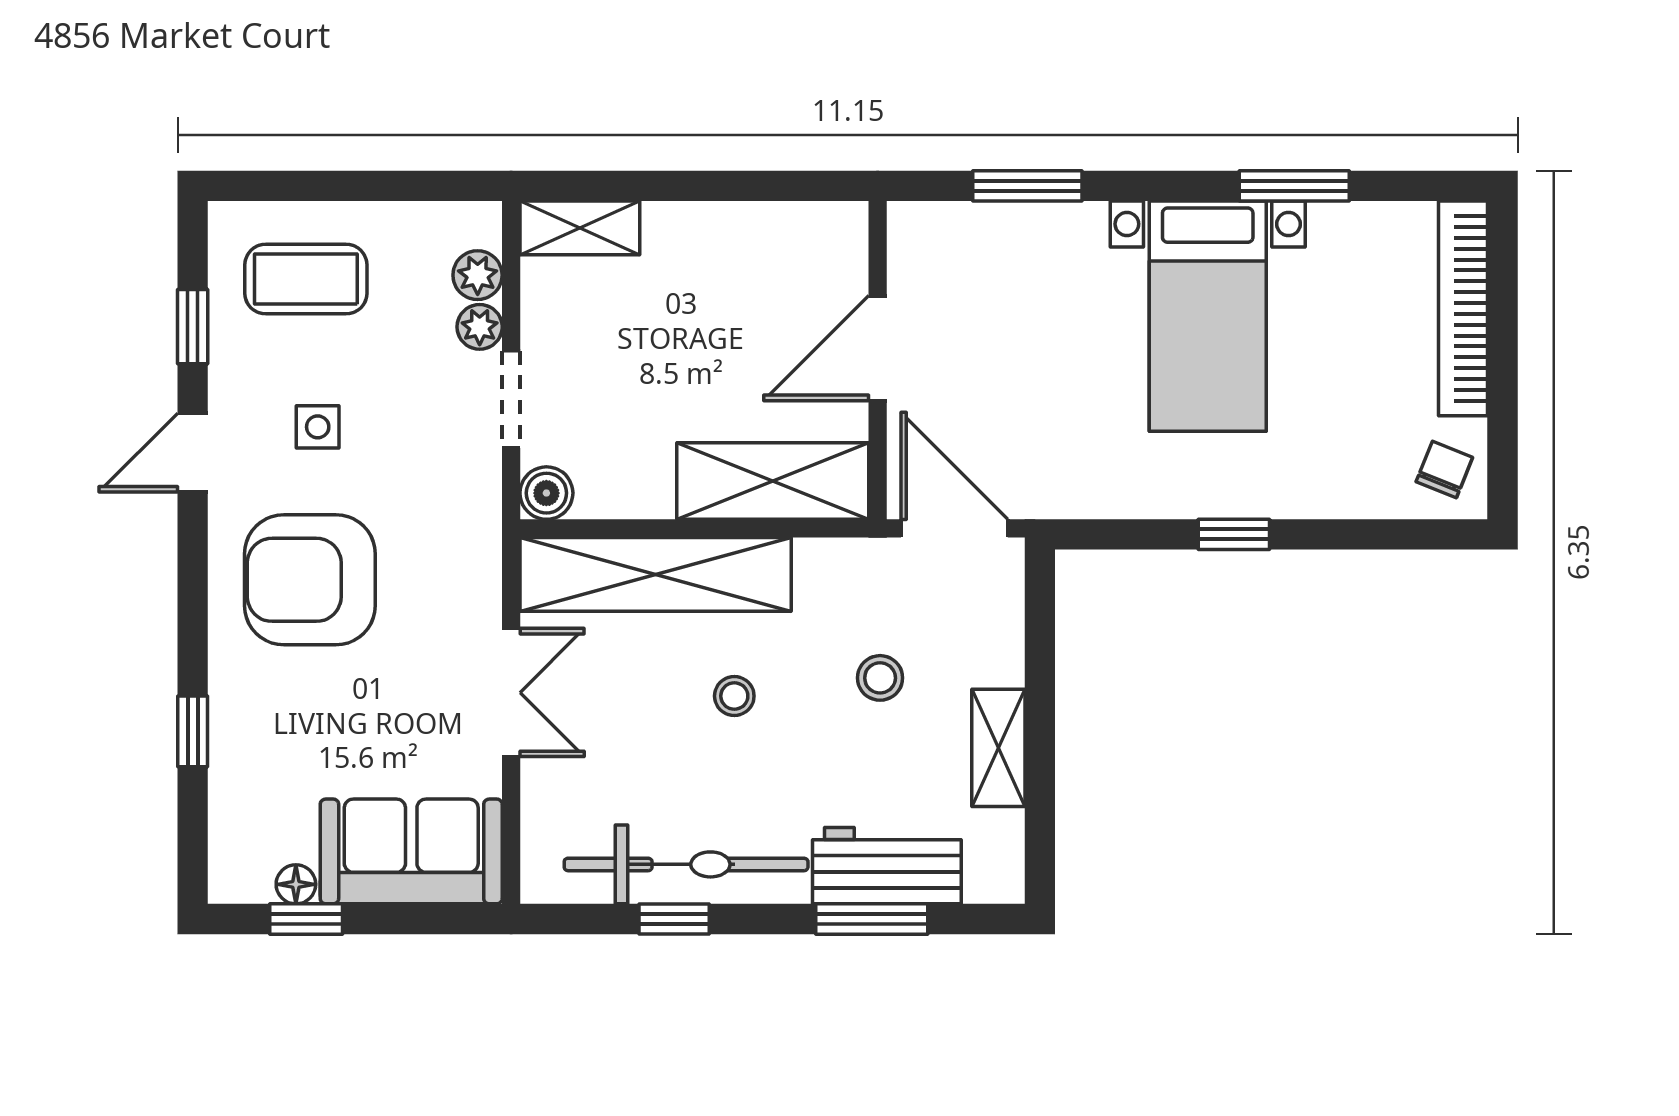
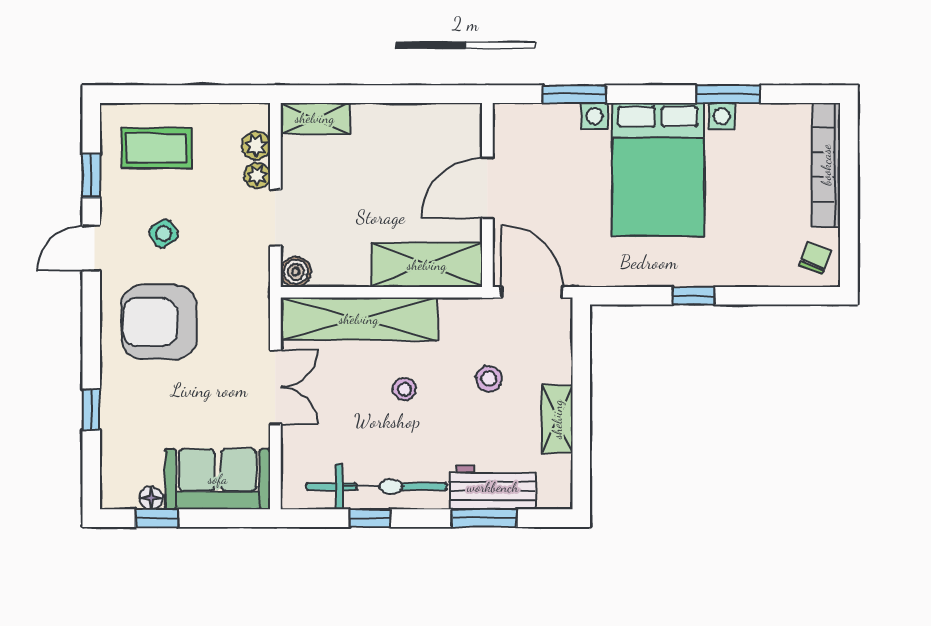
bed with nightstands: (1208, 316) -> (658, 169), width x1.36
side table: (318, 427) -> (164, 233), turned -30

